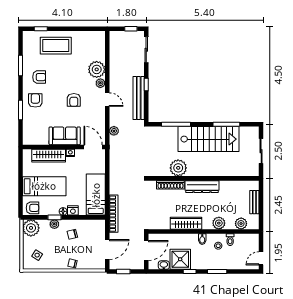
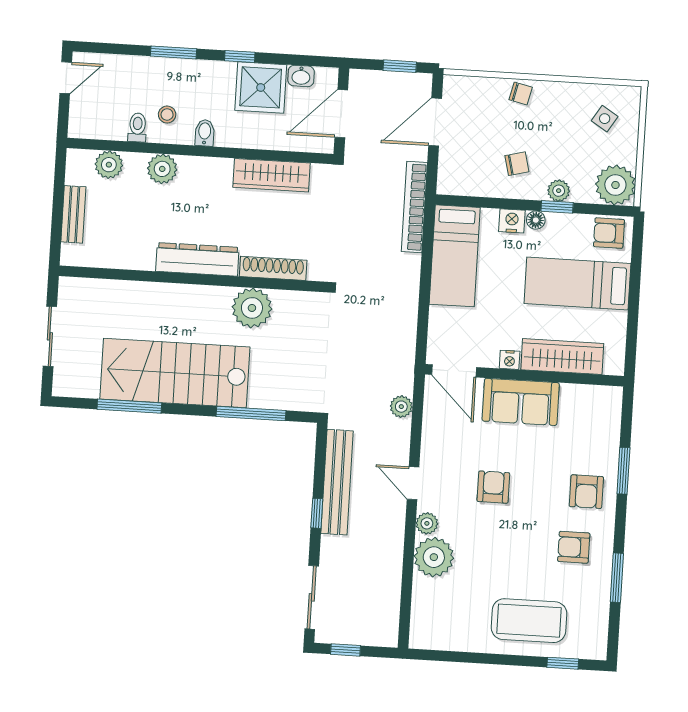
wardrobe: (186, 223) -> (271, 175), moved

